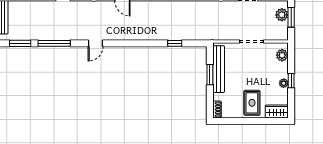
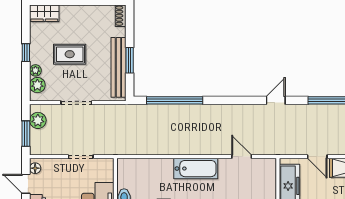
plant: (282, 15) -> (38, 120), moved
window: (175, 43) -> (175, 100), width x3.17
plant: (284, 83) -> (35, 70), moved
rug: (252, 103) -> (70, 54), moved, turned 90

